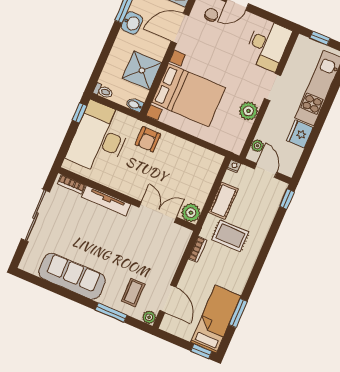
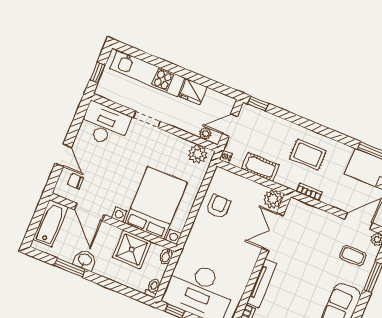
plant: (248, 111) -> (198, 154), moved
armchair: (148, 139) -> (218, 206), moved, turned -90
rug: (230, 236) -> (308, 155), moved, turned 90

